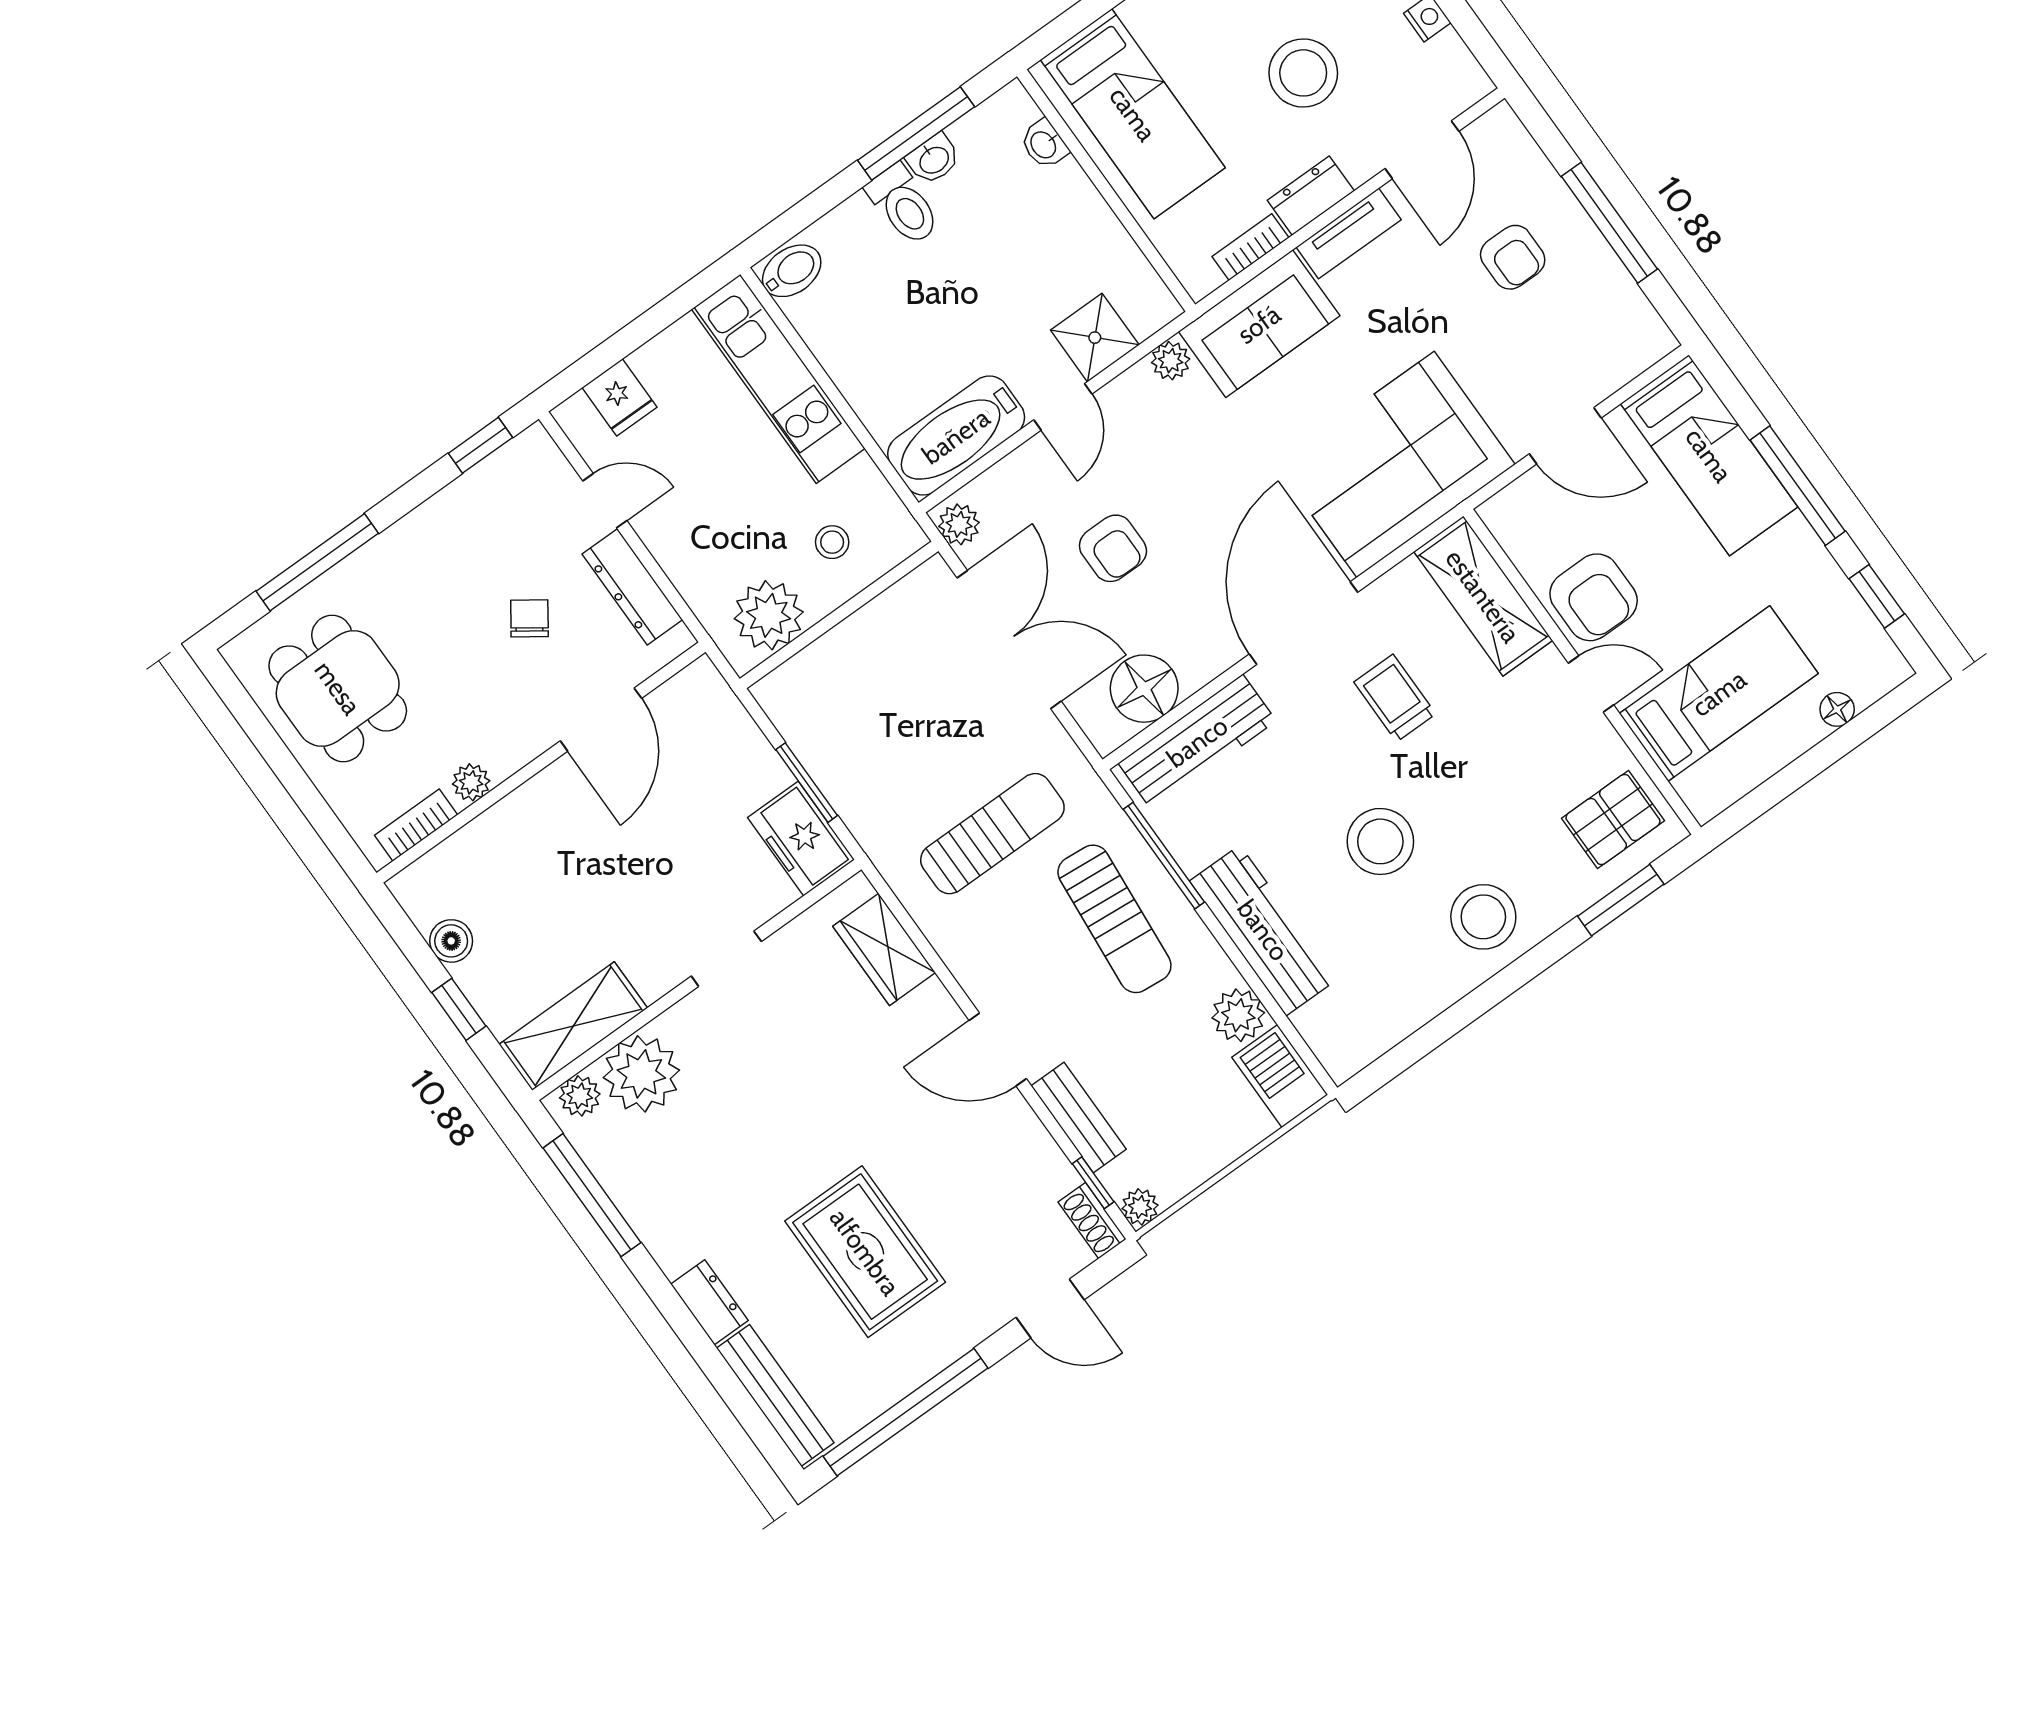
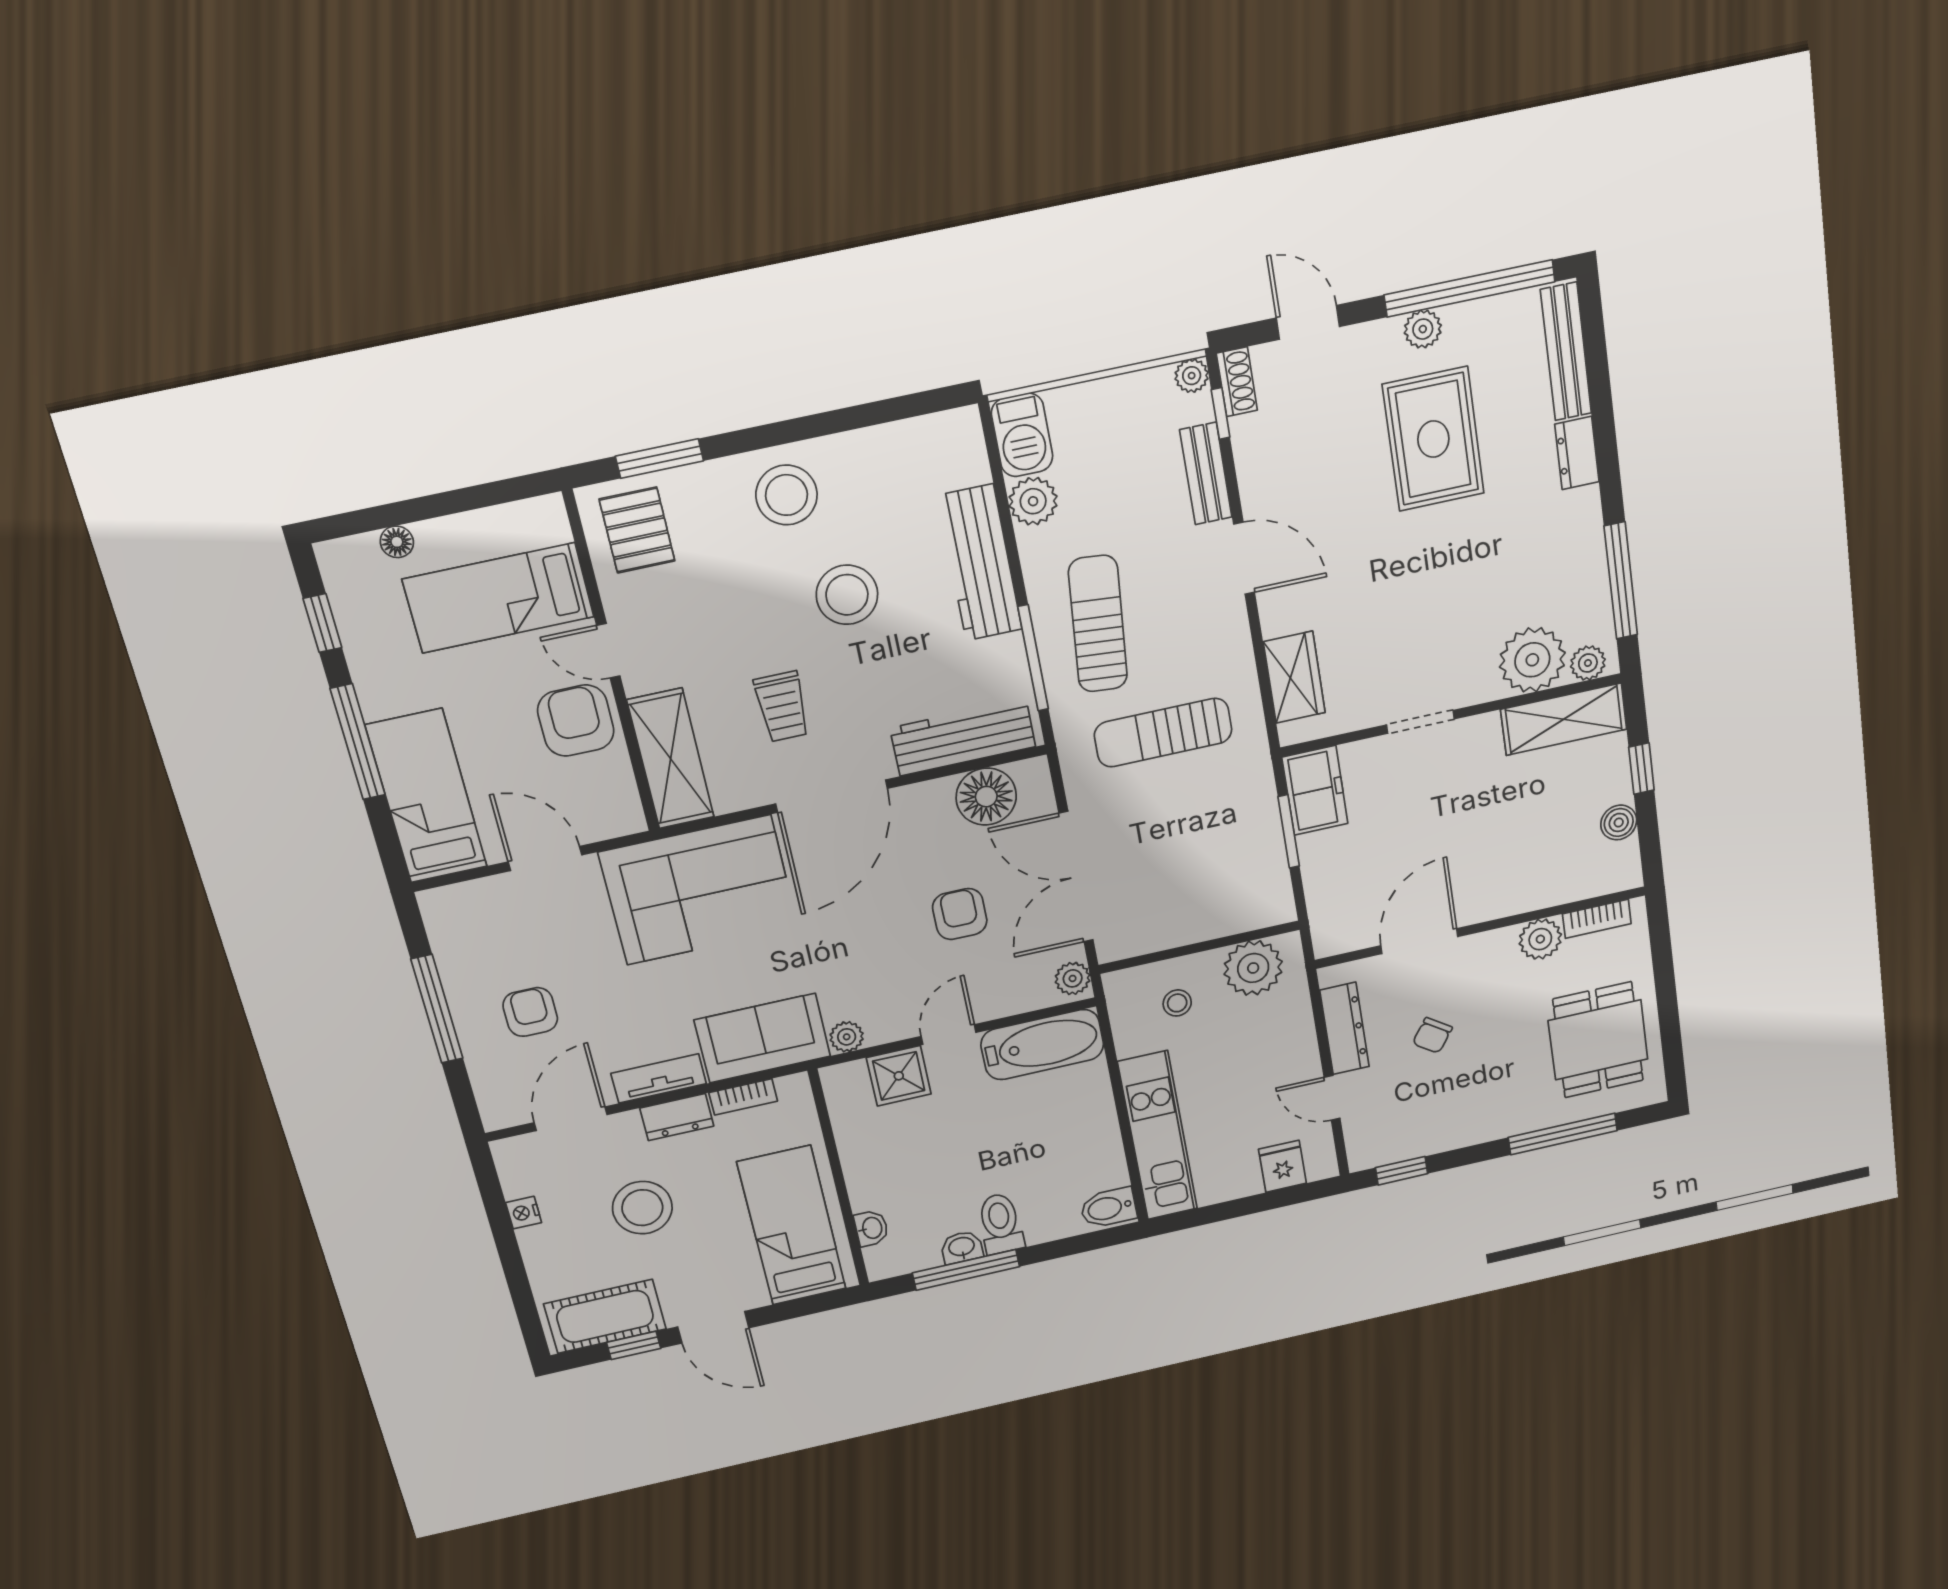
plant: (471, 782) -> (1540, 939), width x1.38, depth x1.38
pallet: (1613, 819) -> (637, 530), turned 90
plant: (932, 1353) -> (1423, 329), added

